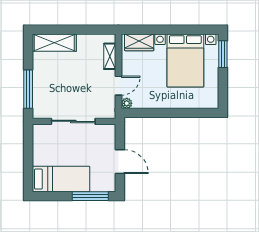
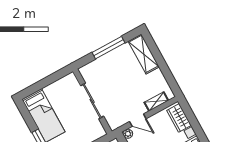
window: (28, 89) -> (108, 48), moved

